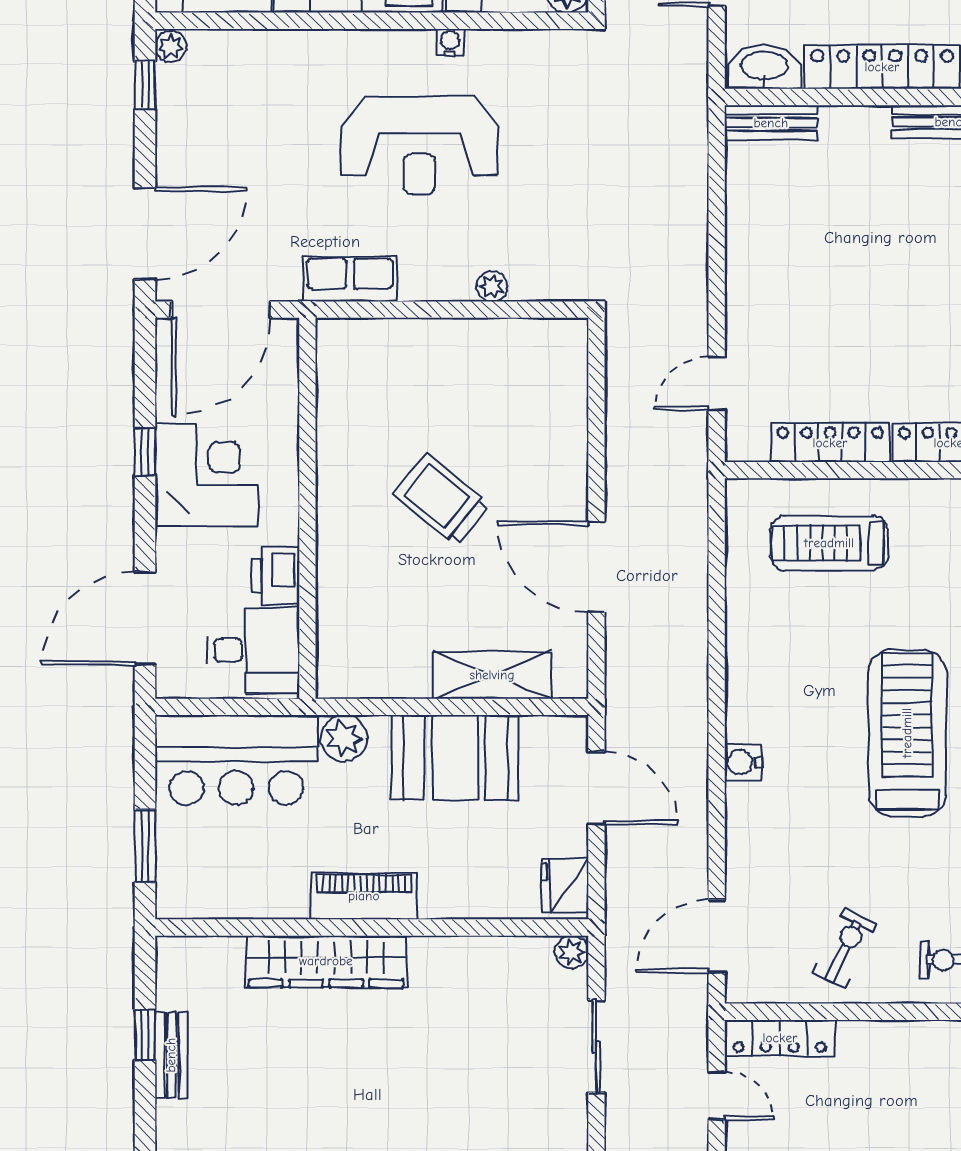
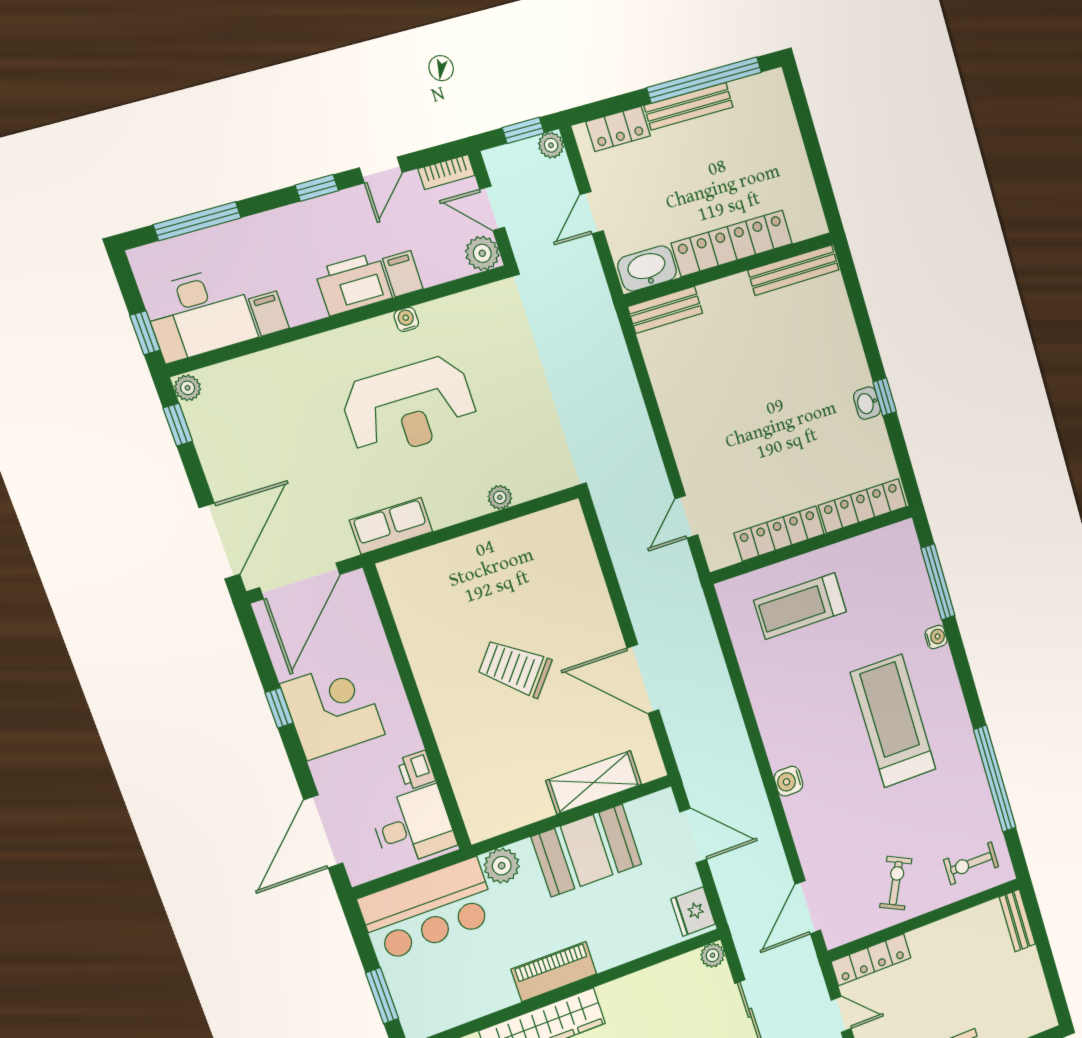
printer: (276, 575) -> (416, 770), width x0.73, depth x0.81

